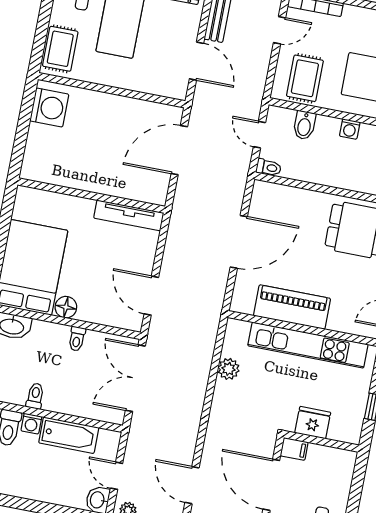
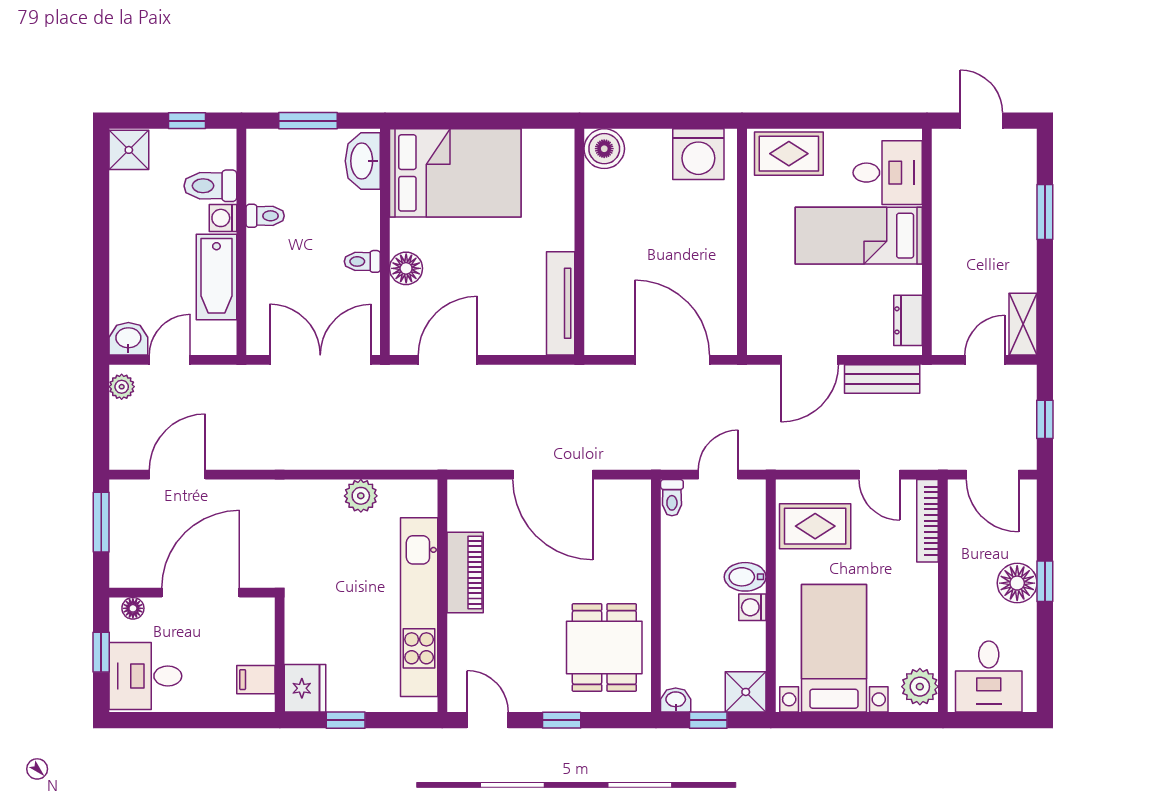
bidet: (304, 125) -> (745, 577), moved
boiler: (34, 168) -> (604, 149), added
floor lamp: (66, 307) -> (406, 268), moved
piano: (292, 307) -> (465, 572), width x0.73, depth x0.75
fridge: (313, 423) -> (305, 688), moved
filing cabinet: (294, 449) -> (256, 680), moved, turned 90

